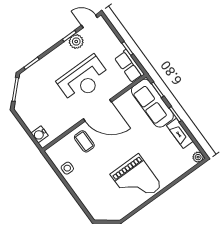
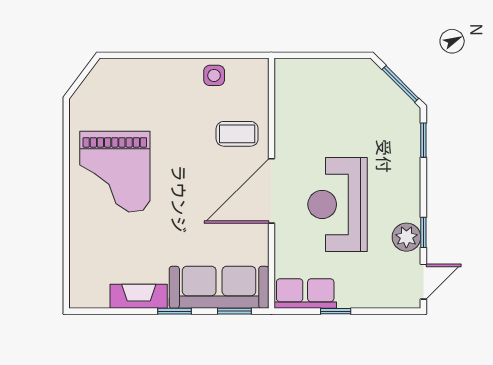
water cooler: (40, 134) -> (300, 70), removed
plant: (198, 157) -> (79, 298), removed
grand piano: (136, 180) -> (115, 172), turned -90

